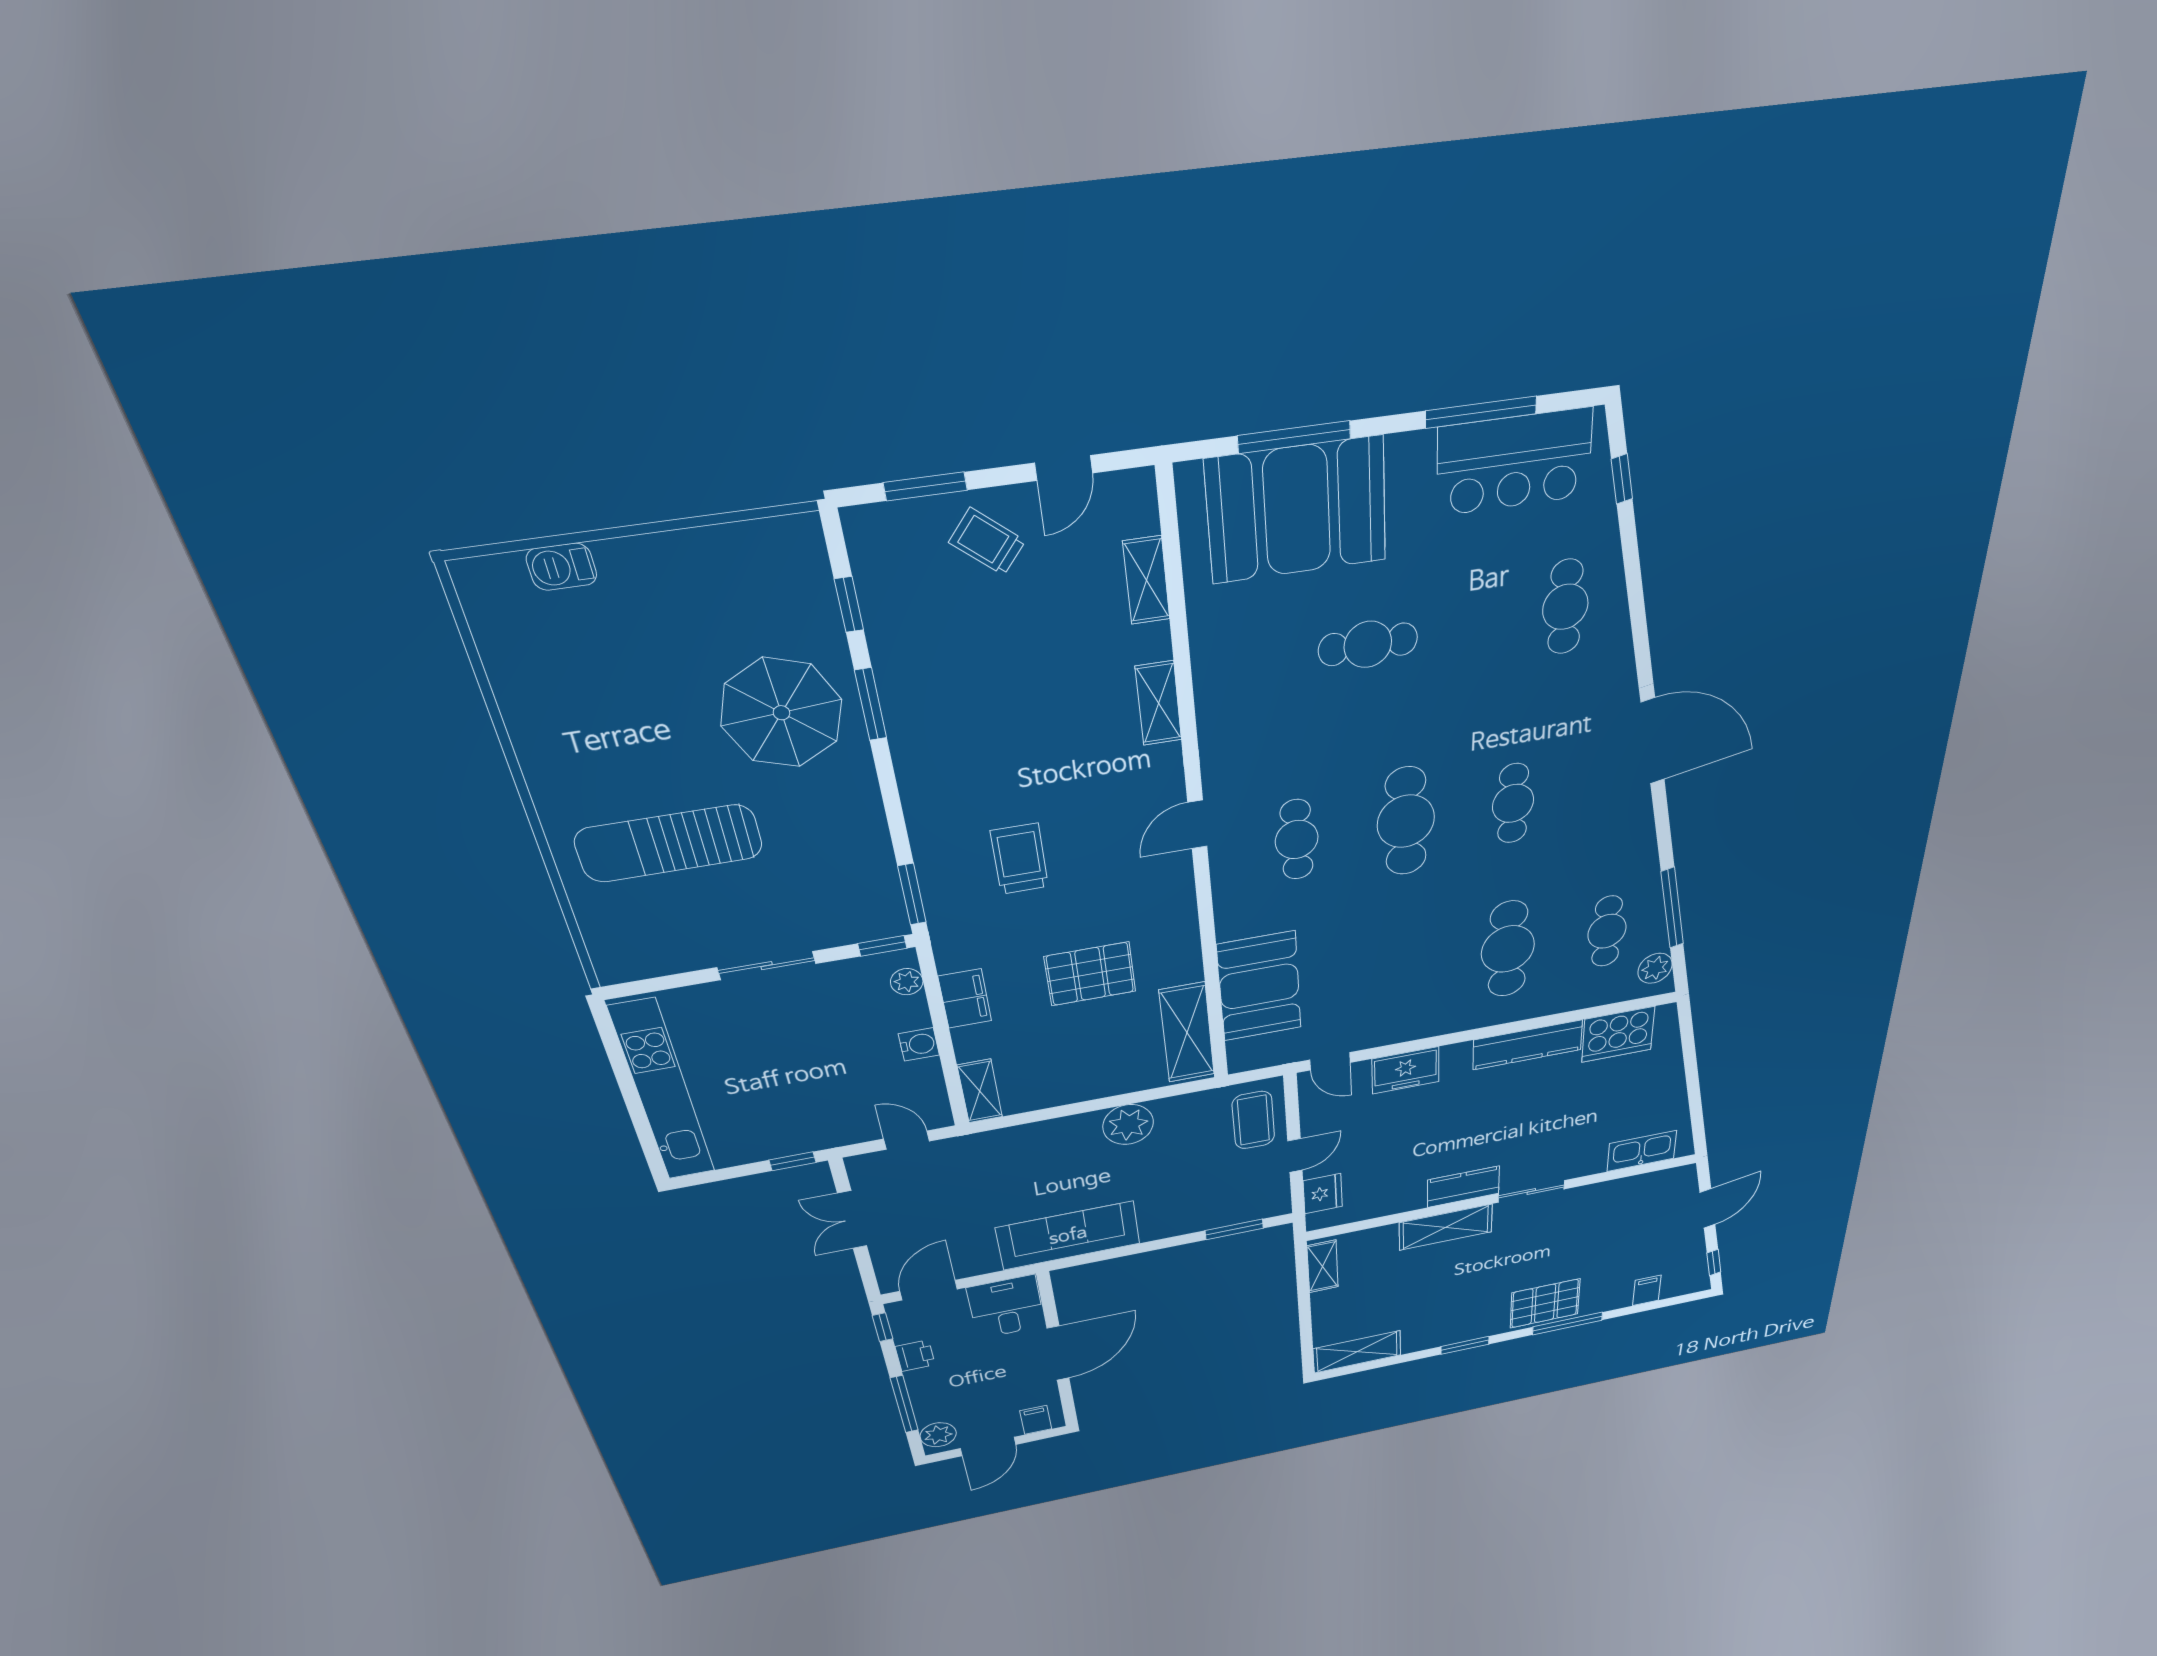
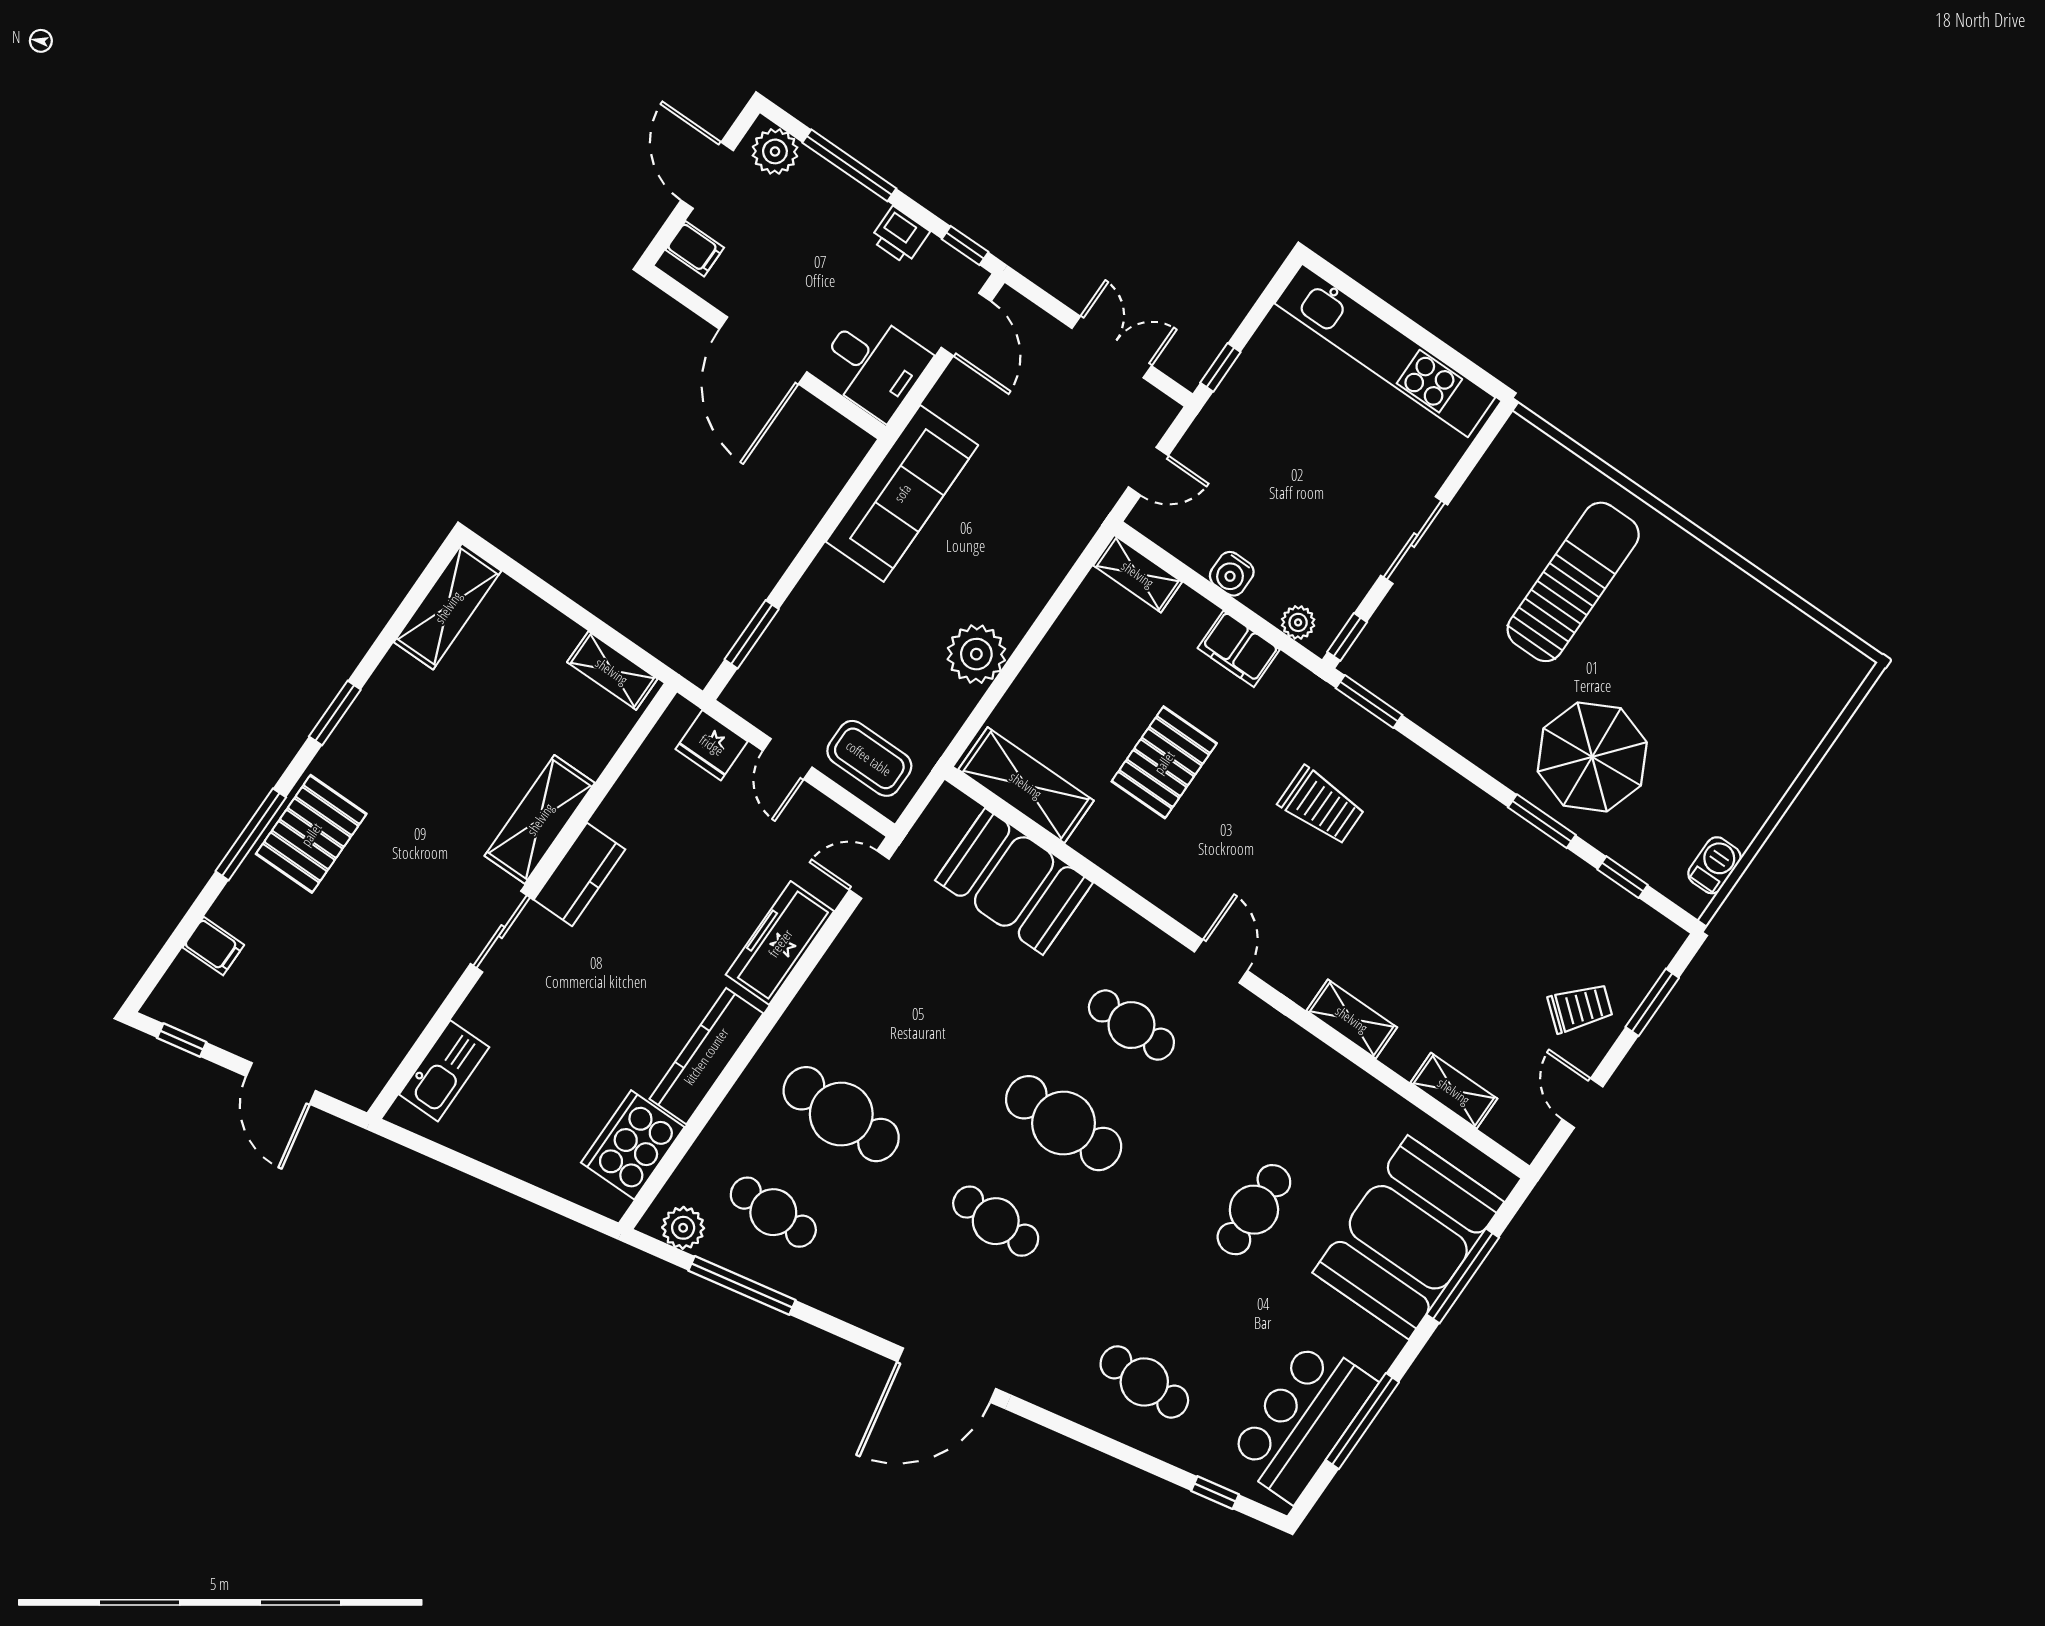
barbecue: (562, 567) -> (1714, 865), moved
freezer: (1405, 1070) -> (780, 943), width x1.40

